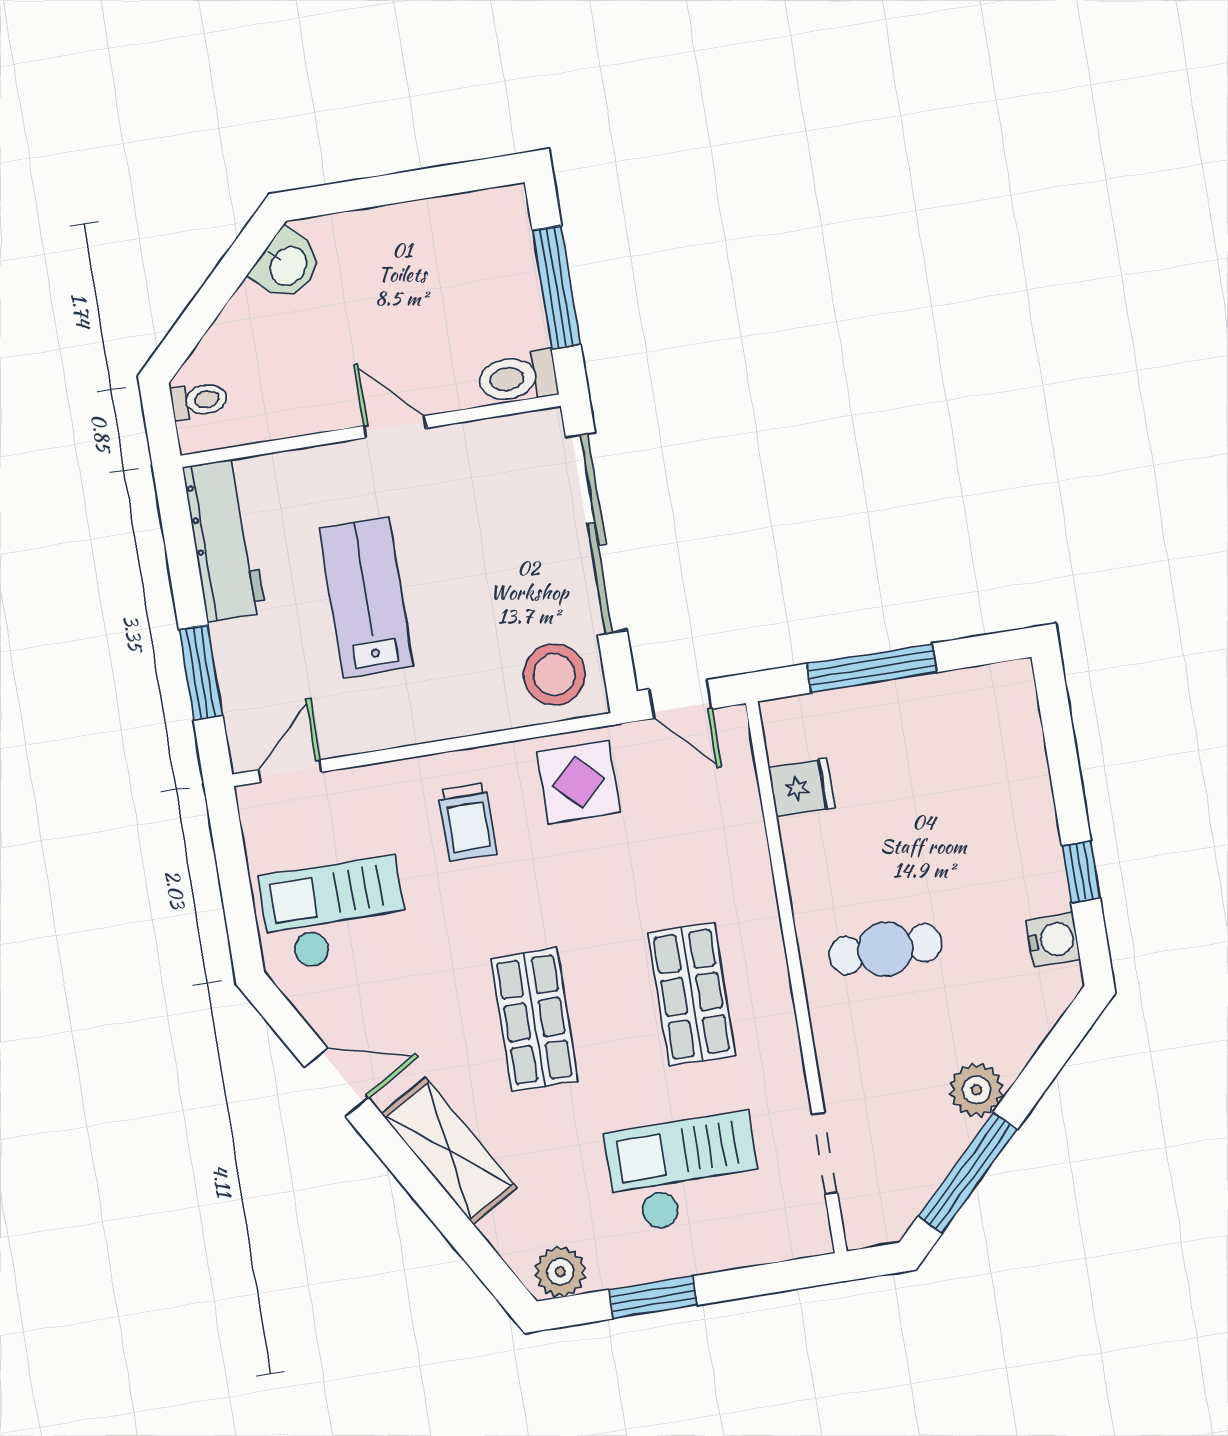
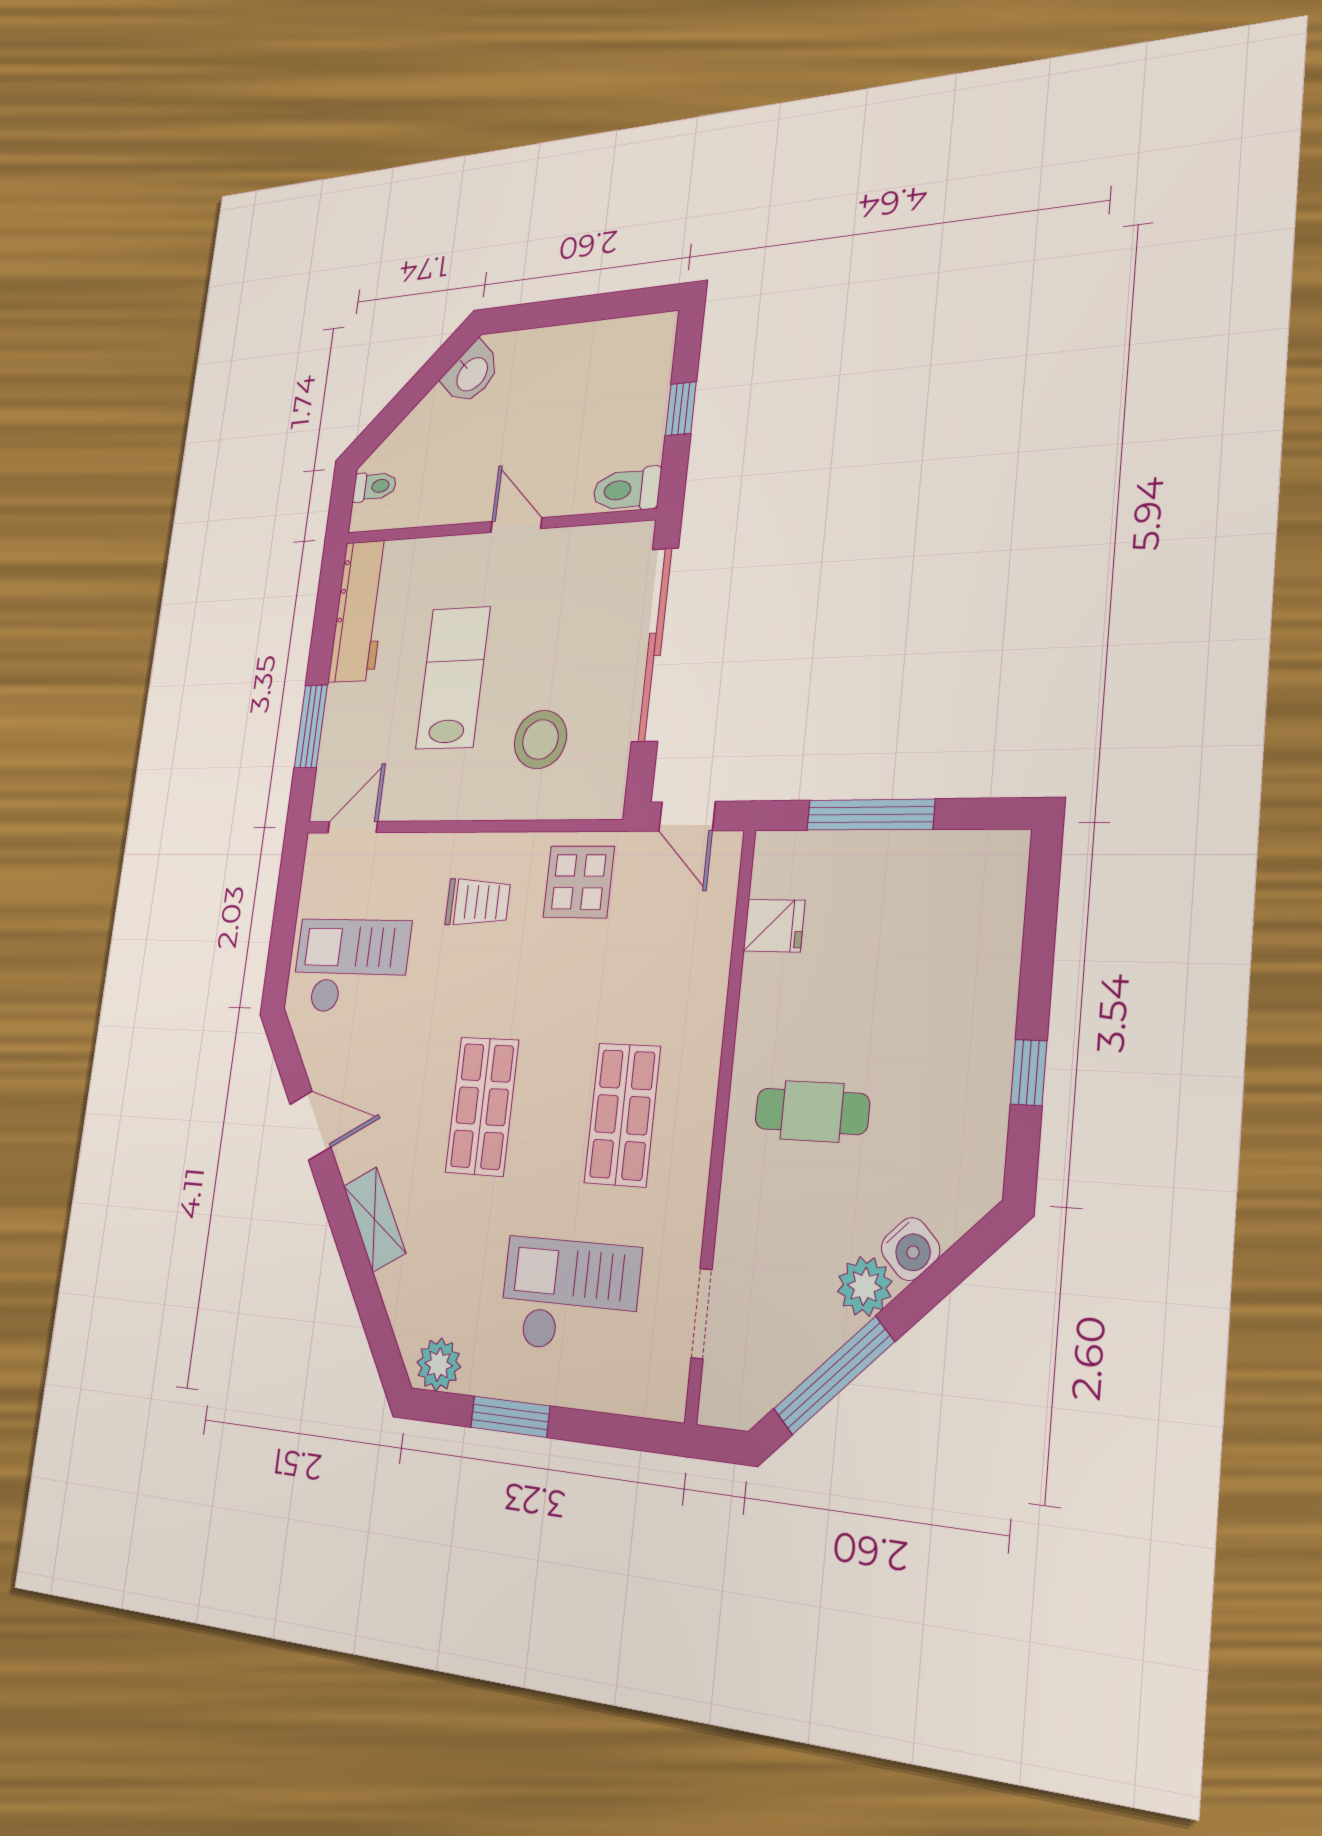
window: (557, 287) -> (681, 409), width x0.46
stool: (554, 675) -> (540, 739), moved
trolley: (468, 822) -> (478, 902), turned -90
water cooler: (1053, 940) -> (910, 1249), moved, turned 45
shelving: (449, 1151) -> (374, 1219), width x0.67, depth x0.75

